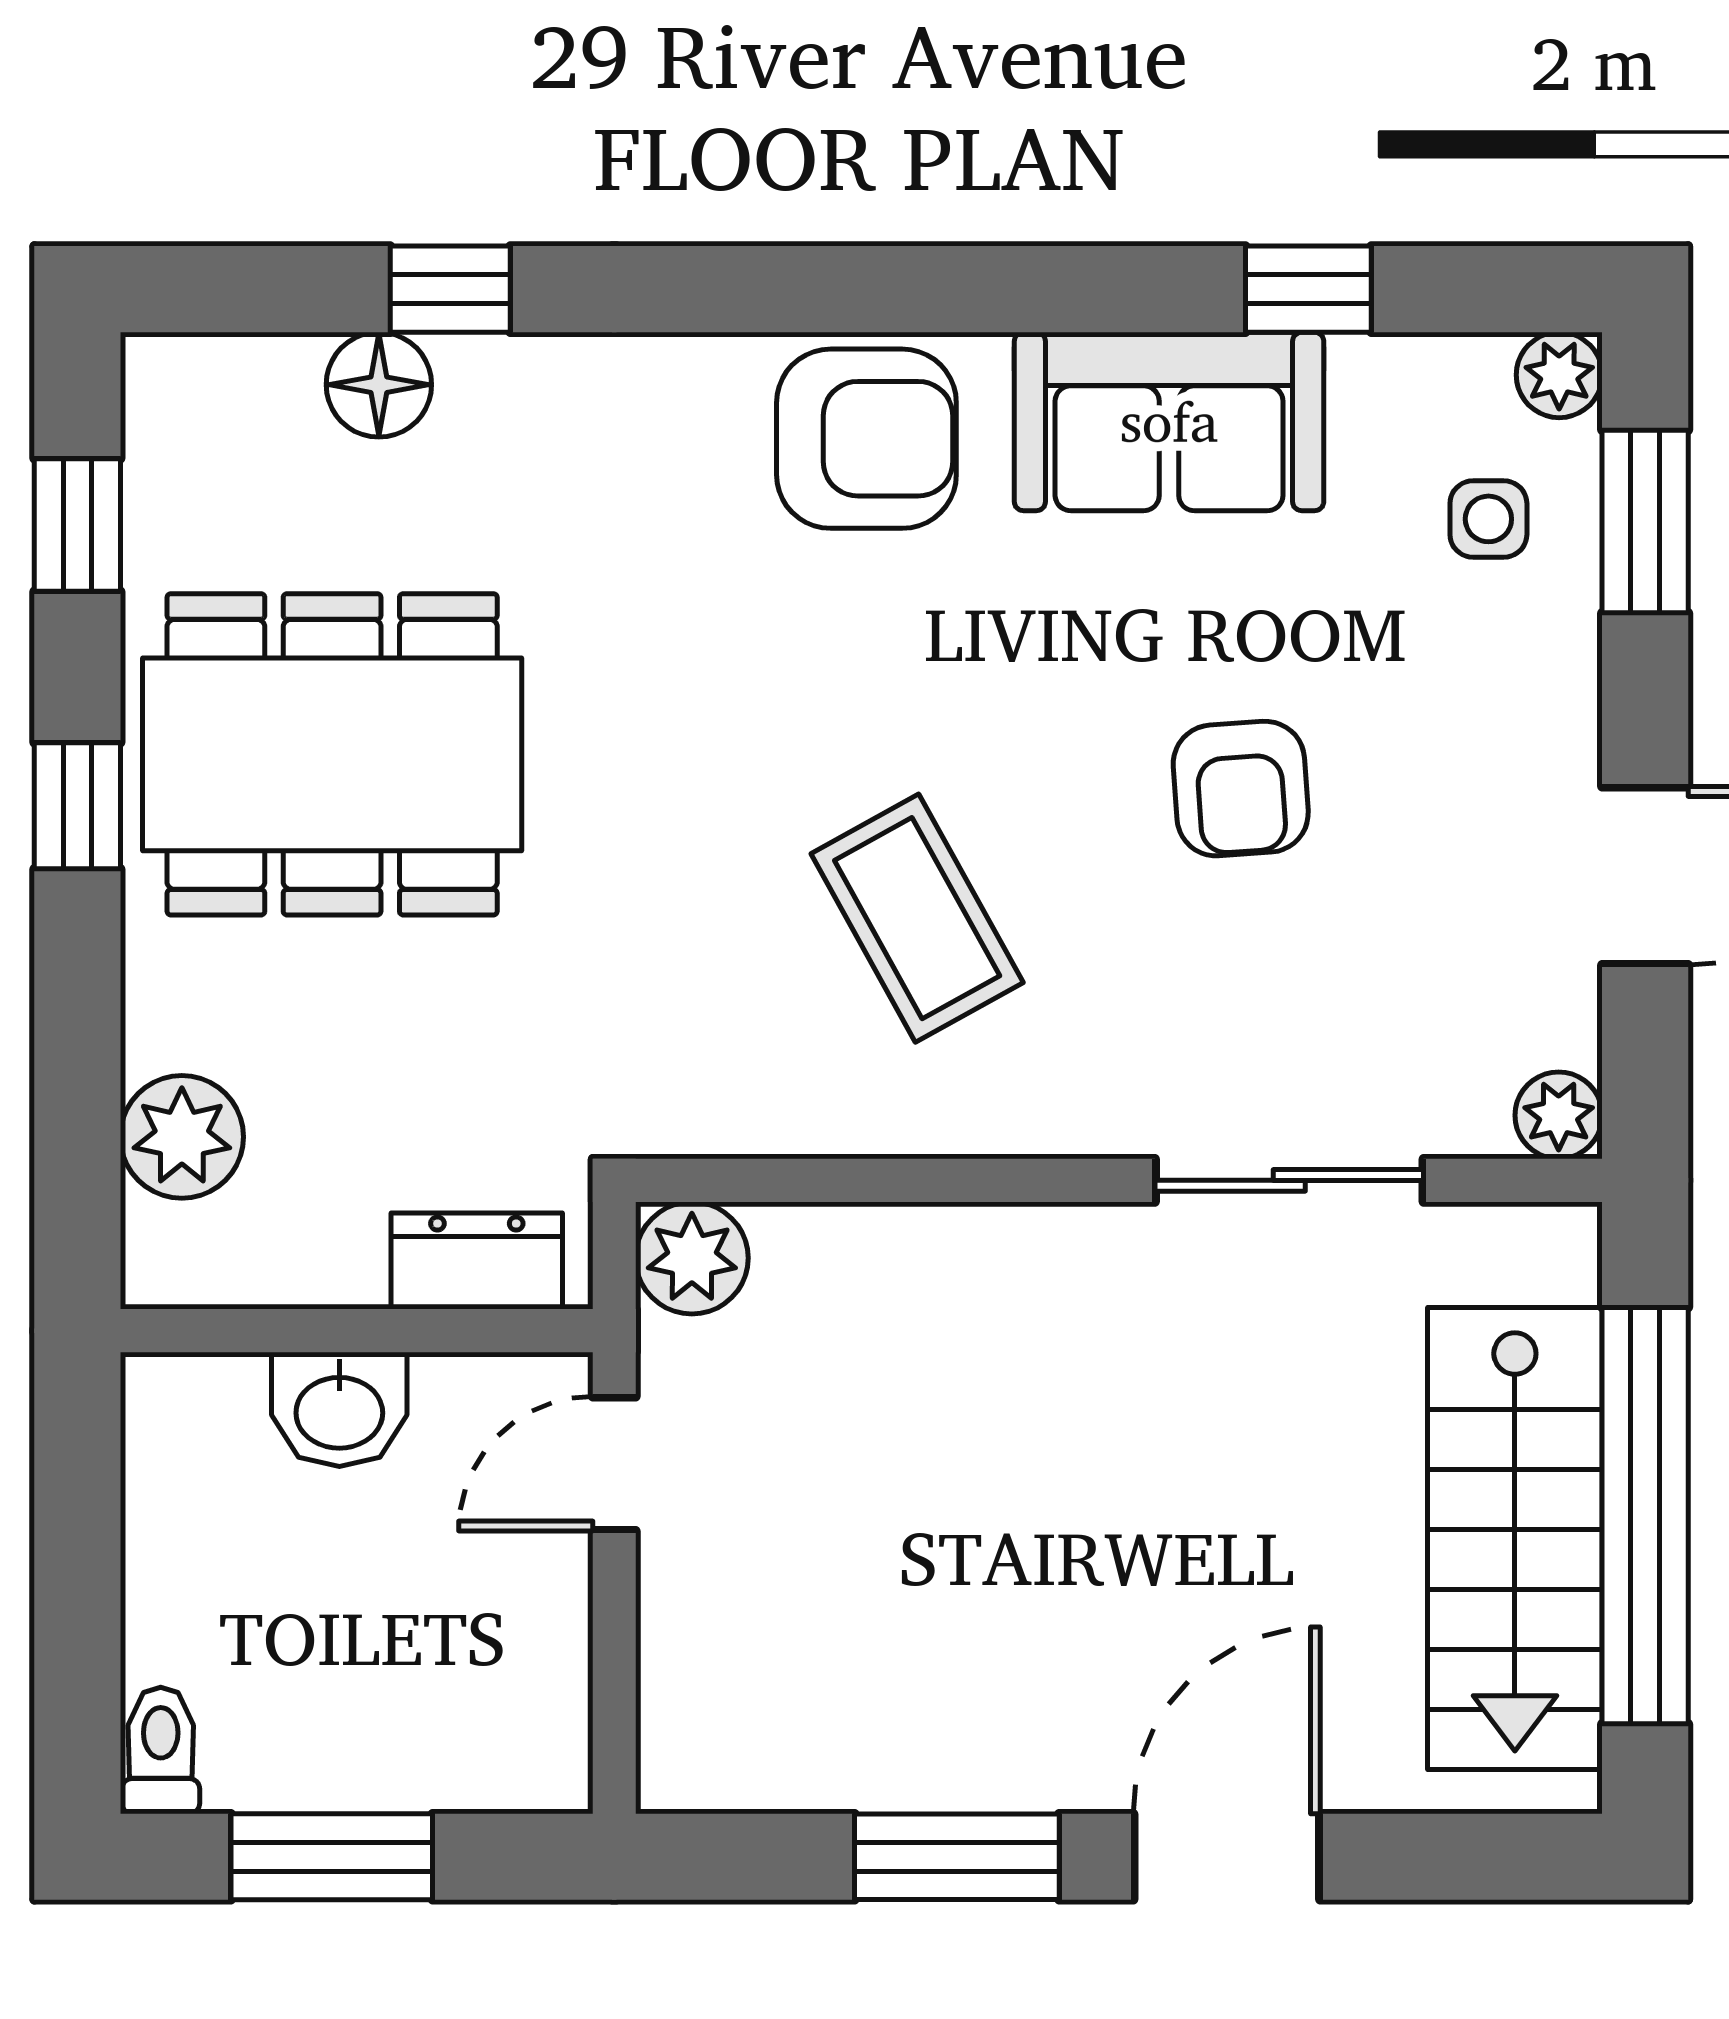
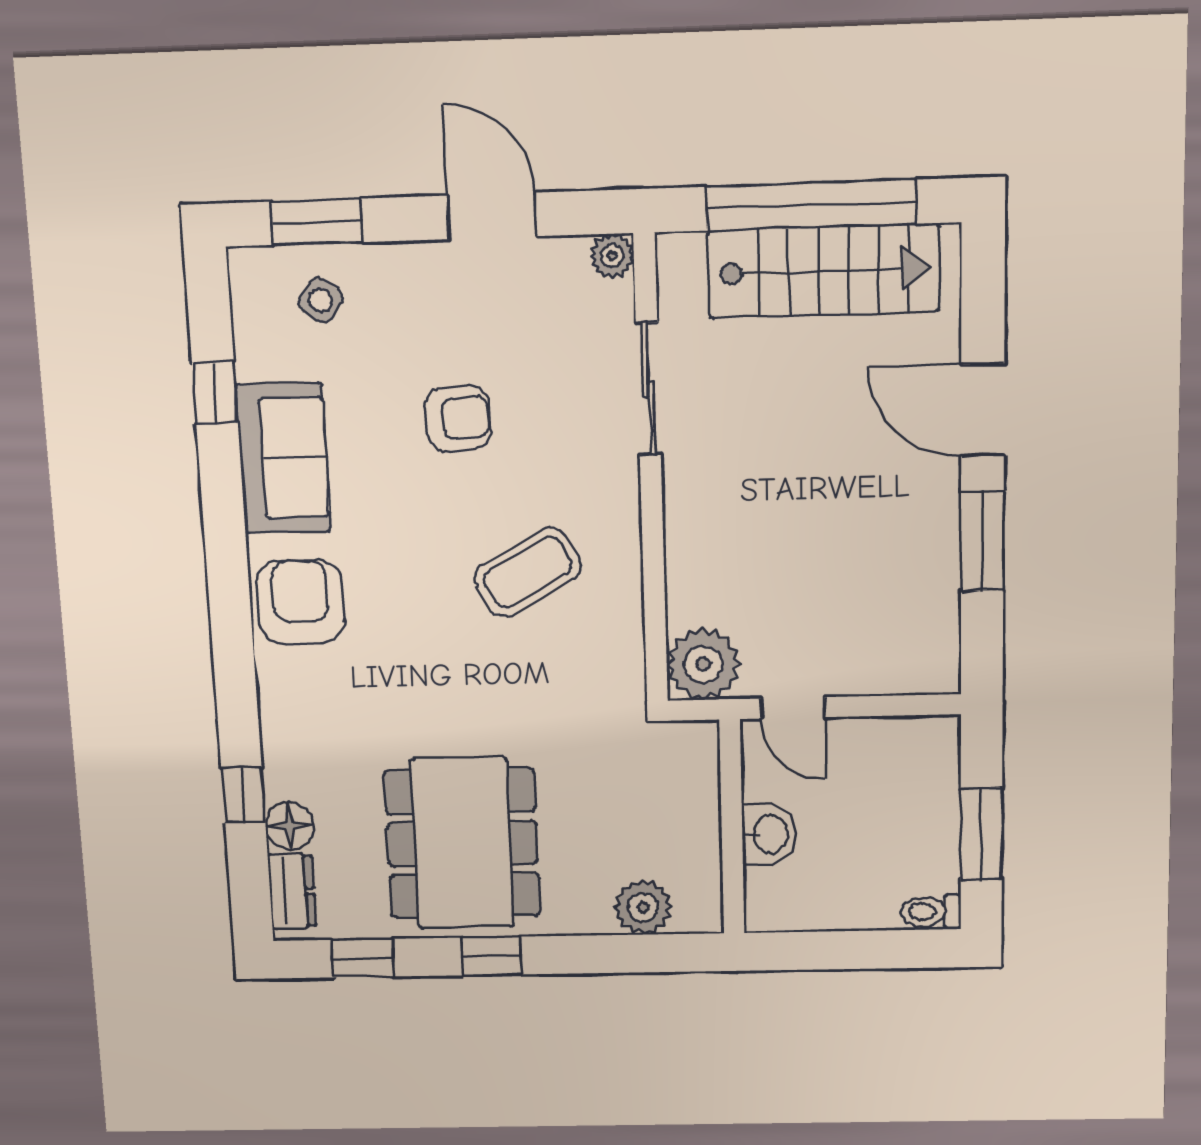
plant: (1559, 375) -> (248, 267), removed
side table: (1488, 519) -> (321, 300), turned 37
plant: (692, 1258) -> (703, 664), width x1.36, depth x1.36
dresser: (477, 1261) -> (292, 891), moved, turned 180

